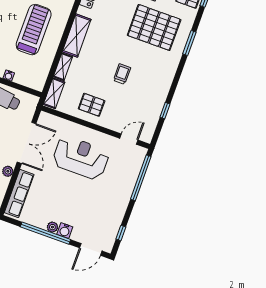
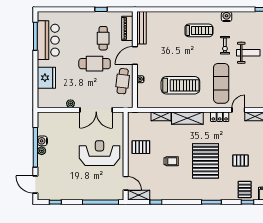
pallet: (154, 27) -> (206, 161), moved
shelving: (54, 93) -> (139, 195), moved
pallet: (92, 105) -> (141, 147), turned 90
reception desk: (81, 158) -> (100, 153), turned -90
row of seats: (19, 194) -> (57, 118), removed
water cooler: (65, 231) -> (42, 141), moved

